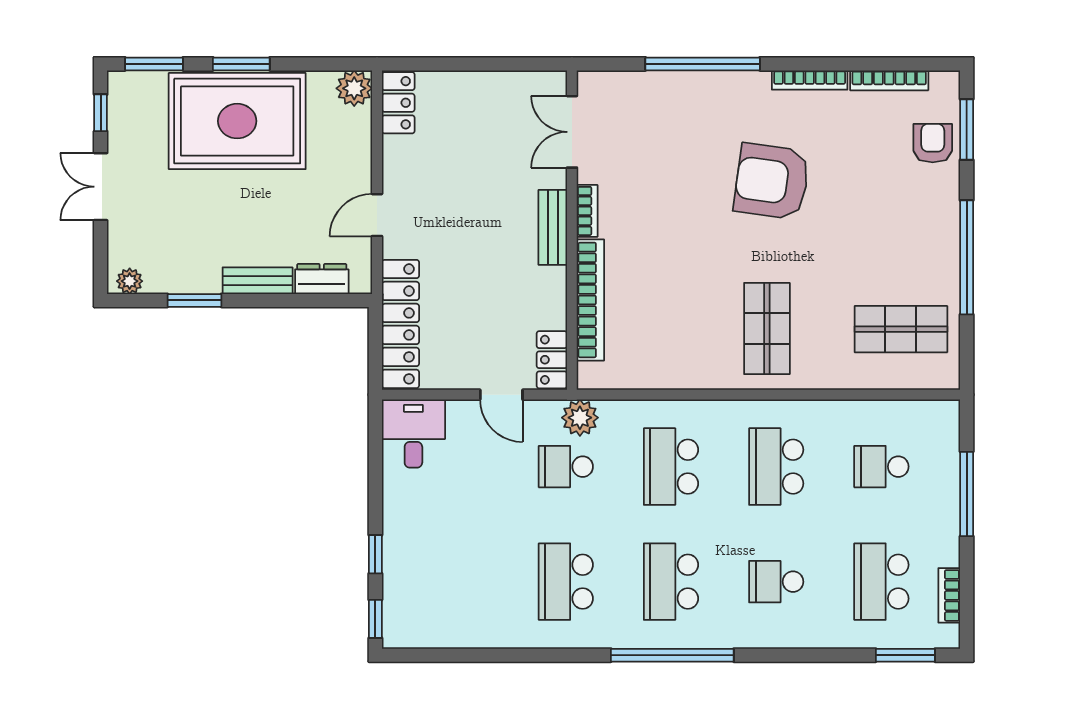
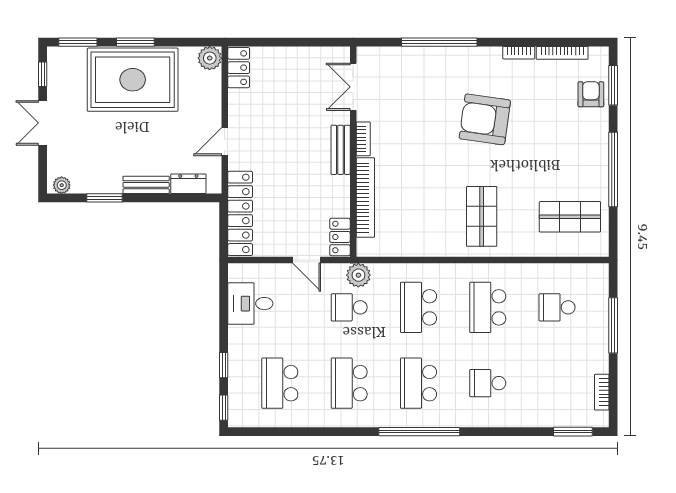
bookcase: (810, 80) -> (519, 53), width x0.64
desk: (413, 434) -> (250, 304), moved, turned -90
school desk: (881, 582) -> (280, 383), moved

